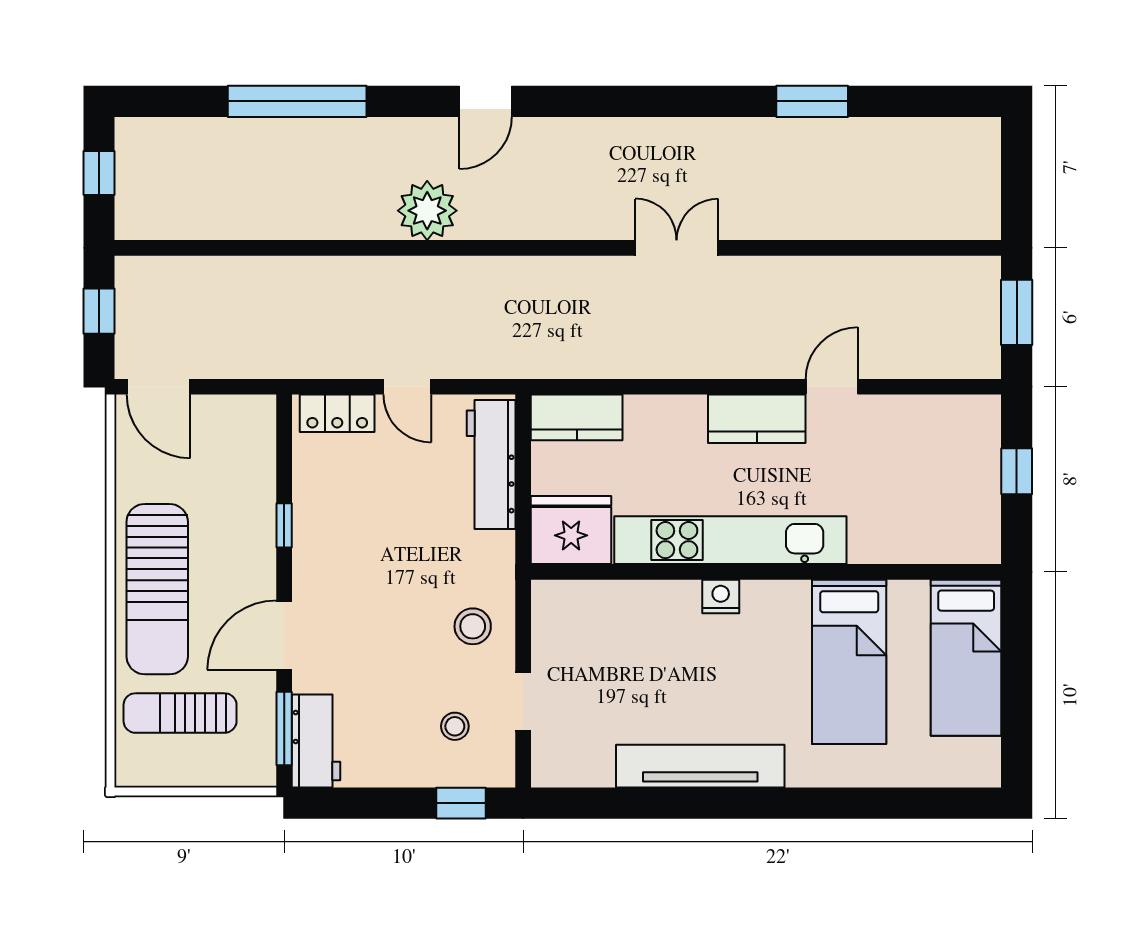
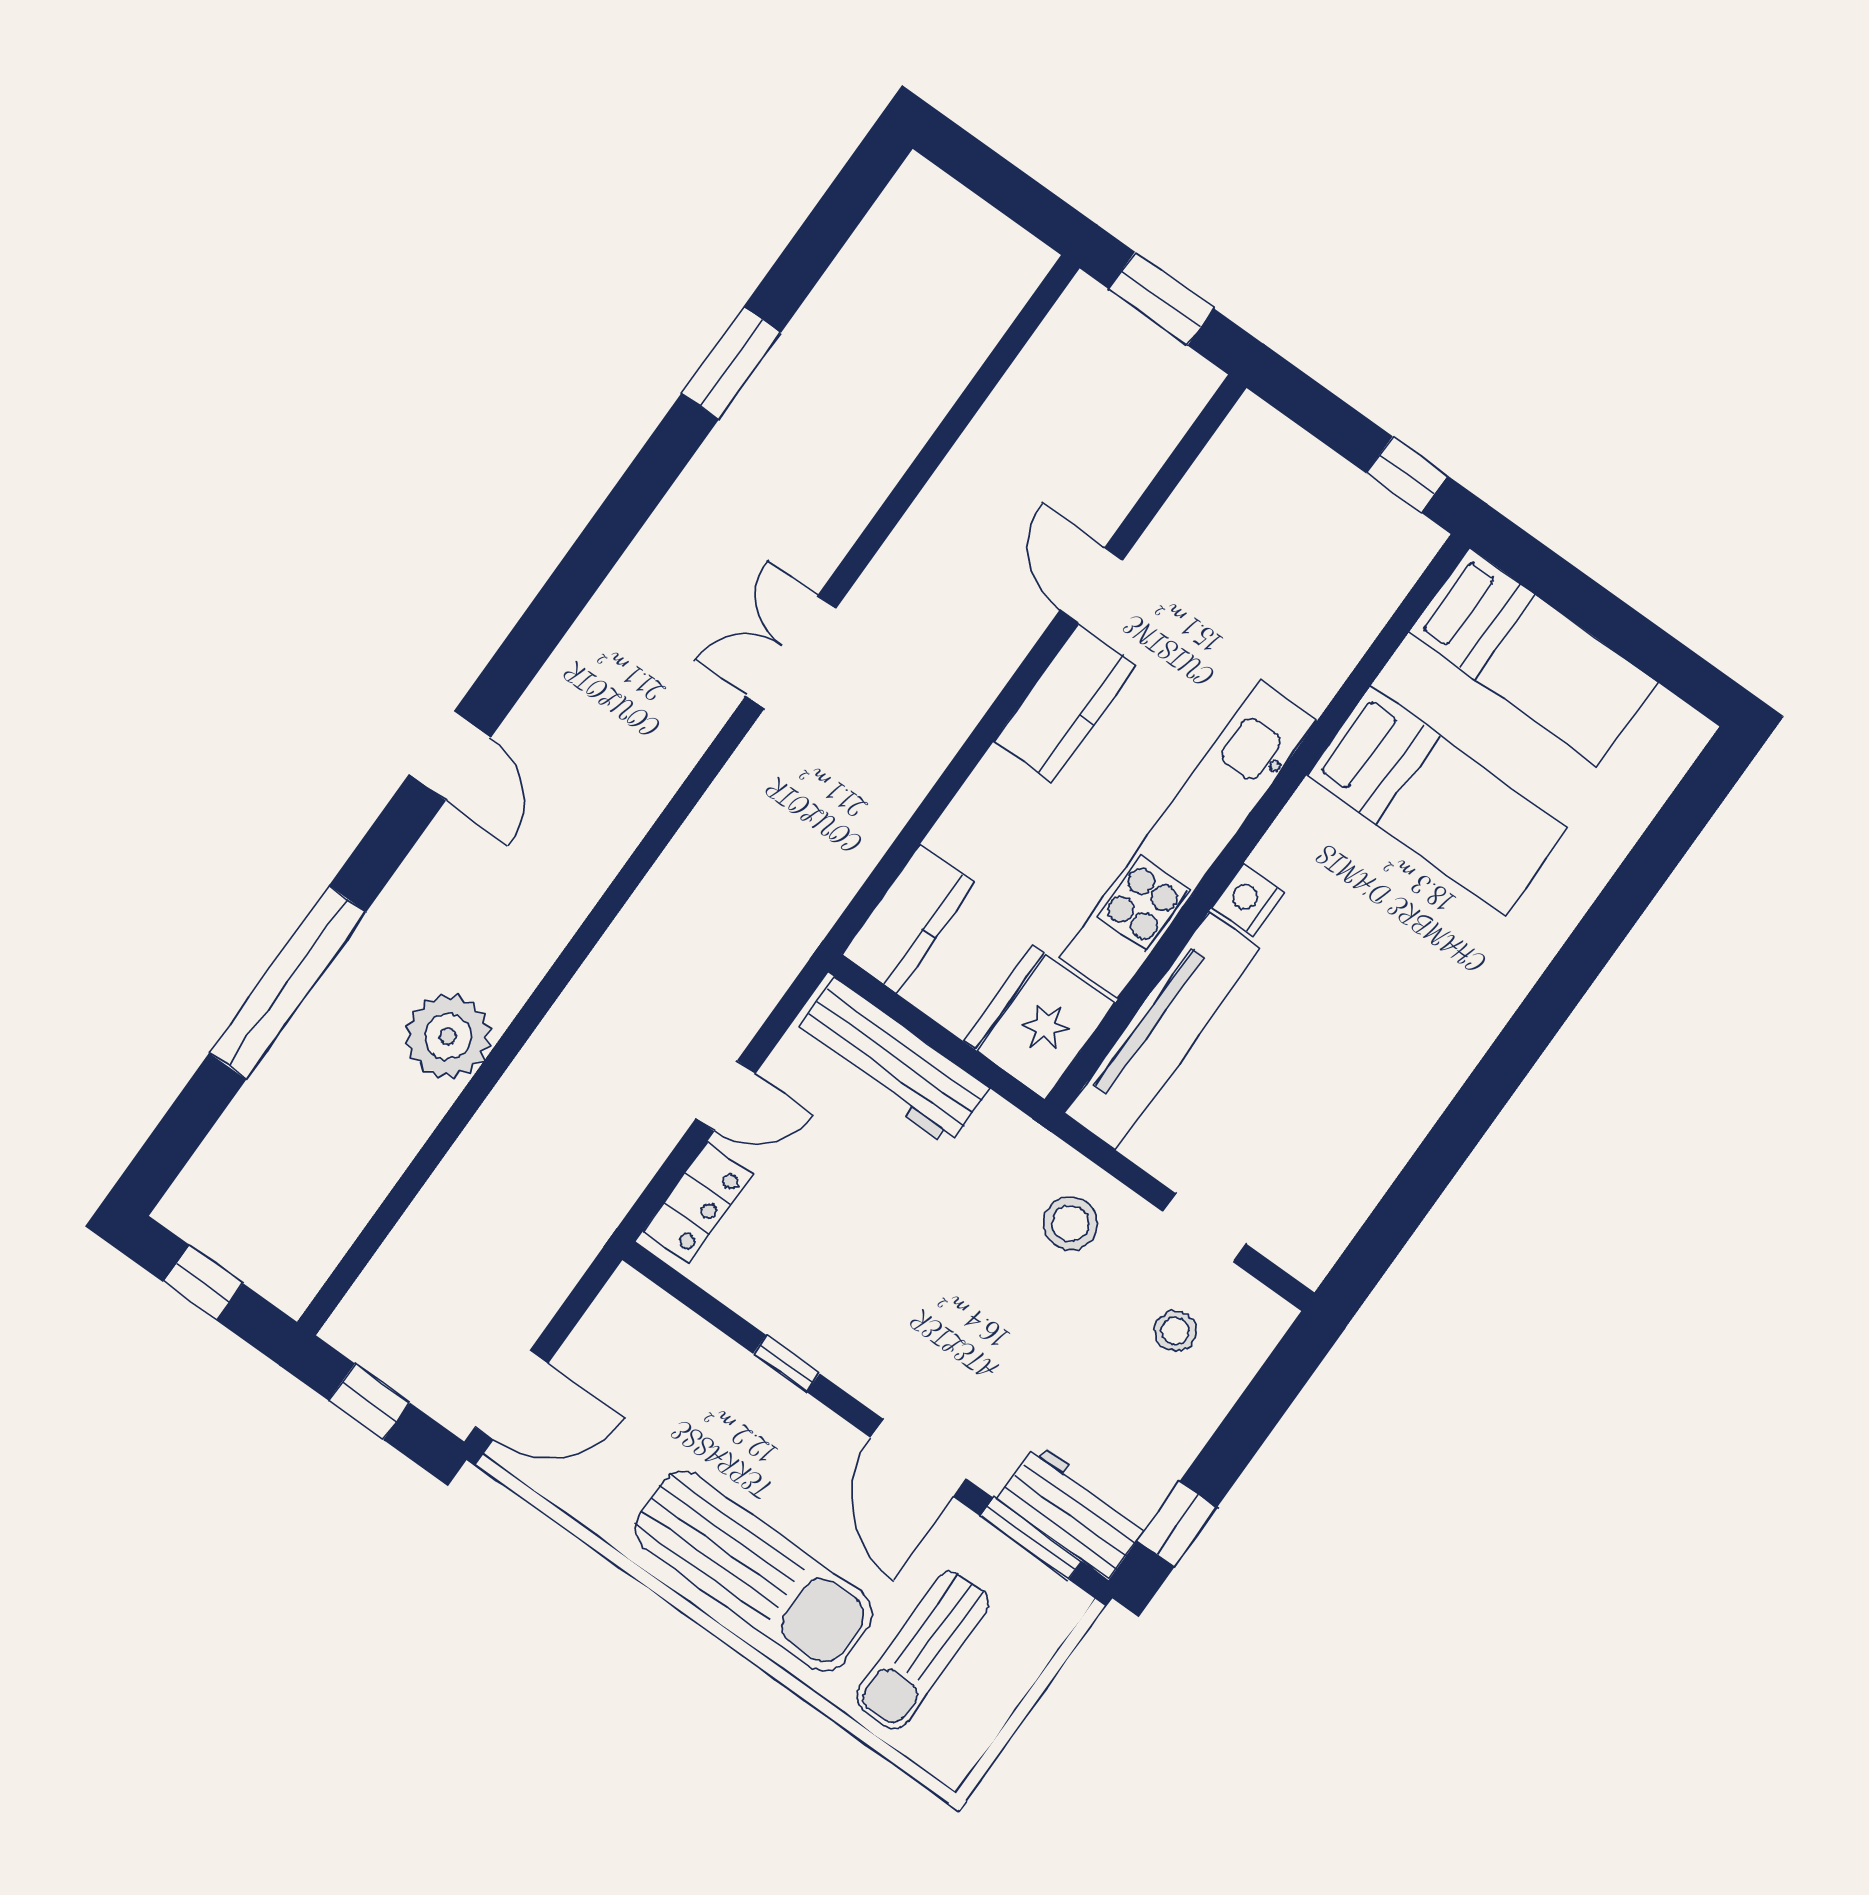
plant: (427, 211) -> (448, 1036), moved
window: (1017, 471) -> (1407, 475), moved
tv unit: (700, 766) -> (1163, 1030), moved, turned 180
window: (461, 803) -> (1177, 1524), moved

